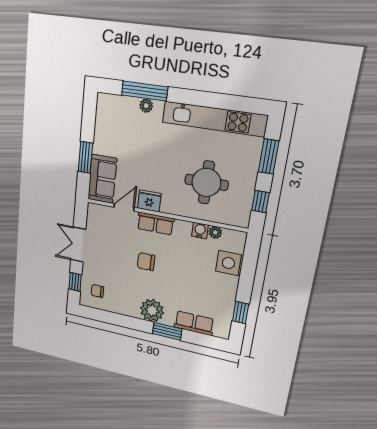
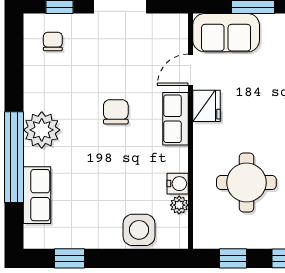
door: (124, 207) -> (191, 70), swing flipped
window: (167, 331) -> (14, 157), width x2.11

